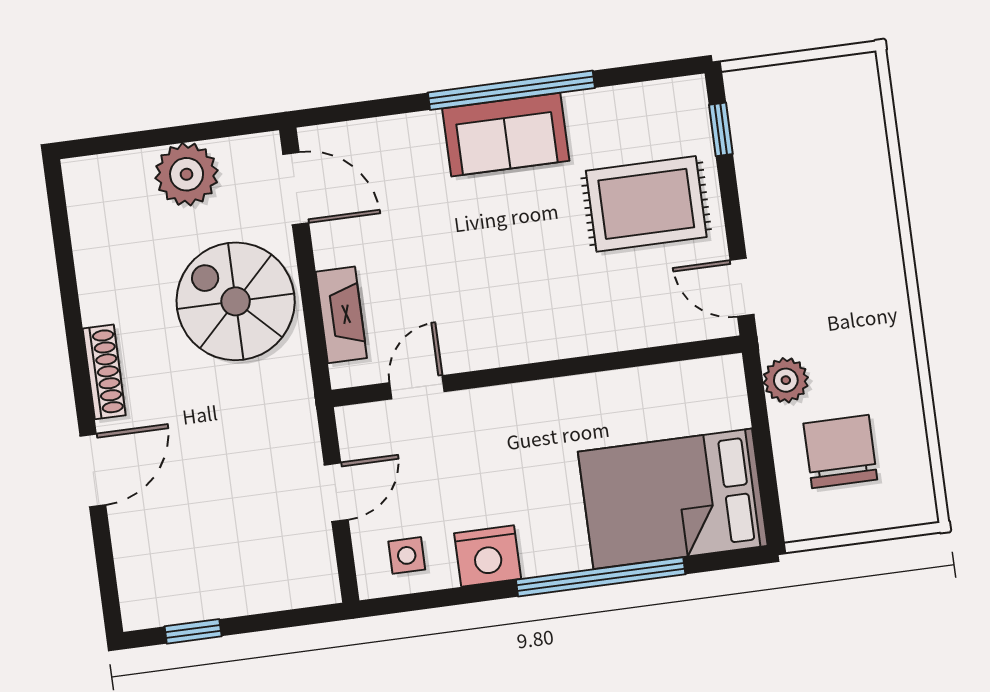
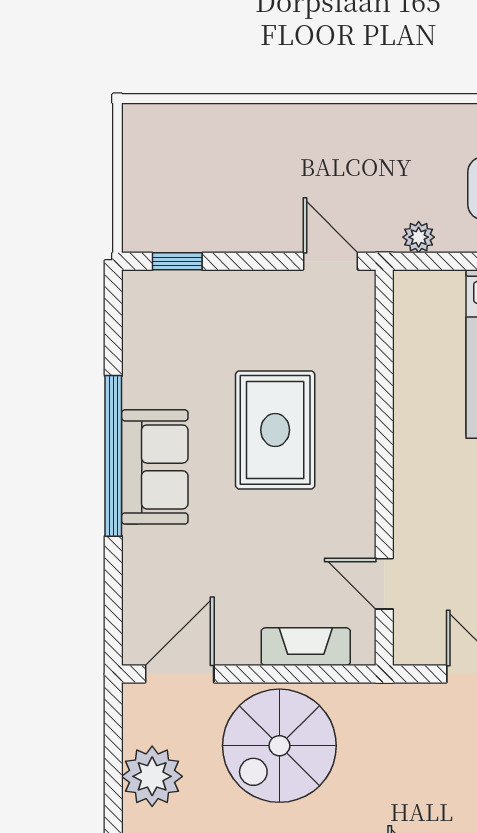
rug: (646, 204) -> (275, 430), moved
door: (742, 287) -> (331, 261), swing flipped
plant: (786, 380) -> (419, 237), width x0.73, depth x0.73

